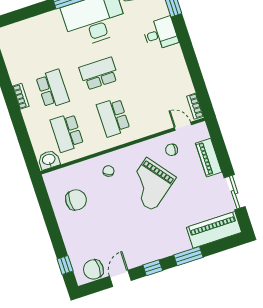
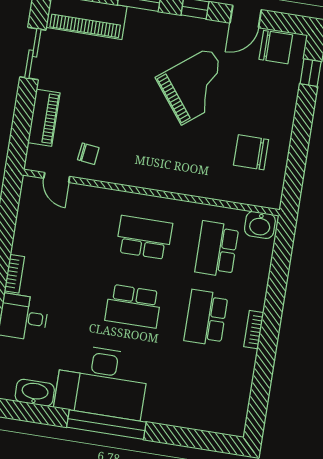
bookcase: (195, 106) -> (14, 274), moved
school desk: (113, 117) -> (144, 238), turned -90
school desk: (67, 133) -> (217, 249), turned 180
chair: (108, 171) -> (188, 169), removed
grand piano: (150, 184) -> (196, 86), moved

